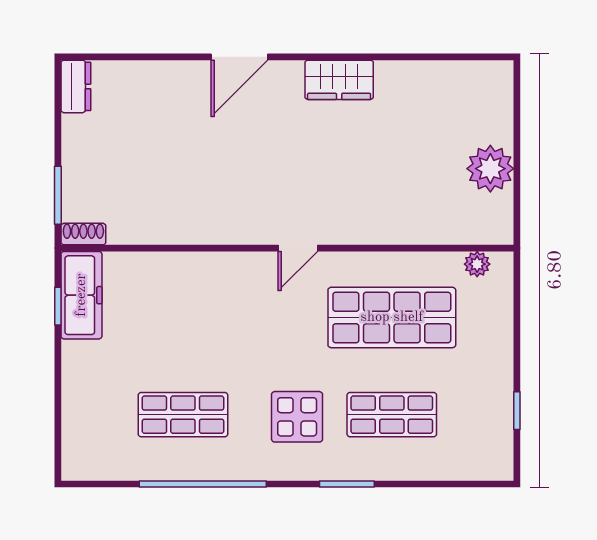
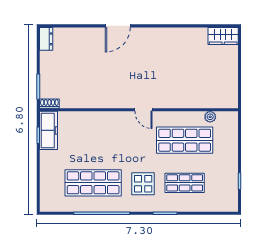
wardrobe: (339, 80) -> (223, 36), moved
plant: (490, 169) -> (228, 75), removed
door: (298, 248) -> (143, 110), hinge flipped
plant: (477, 264) -> (210, 117), moved
shop shelf: (183, 415) -> (93, 183), width x1.43, depth x1.36

